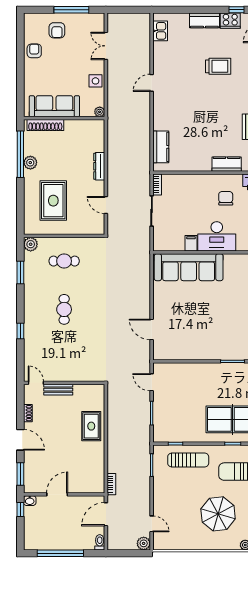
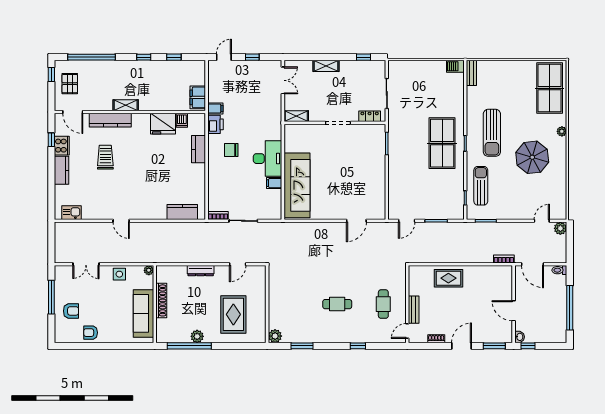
shoe rack: (45, 125) -> (161, 300), moved
rug: (53, 201) -> (233, 314), turned 90
cafe table: (64, 261) -> (383, 304), moved

